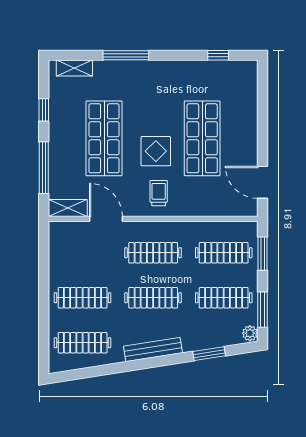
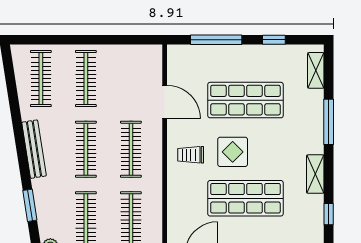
trolley: (159, 193) -> (191, 155), turned 180
shelving: (68, 208) -> (315, 174), moved
door: (106, 219) -> (165, 102), hinge flipped

